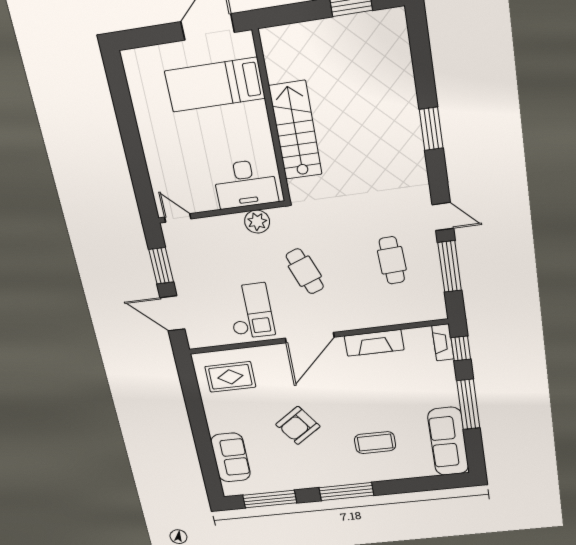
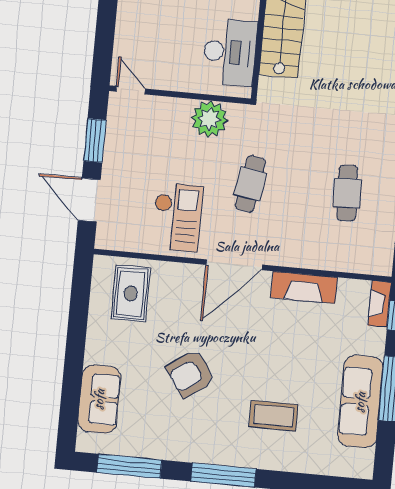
desk: (245, 184) -> (230, 52), moved, turned -90
plant: (257, 222) -> (210, 119), width x1.36, depth x1.36
cafe table: (305, 271) -> (250, 184), turned 30
rug: (230, 377) -> (131, 293), turned 90
sofa: (448, 441) -> (360, 402), moved

